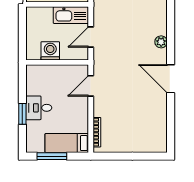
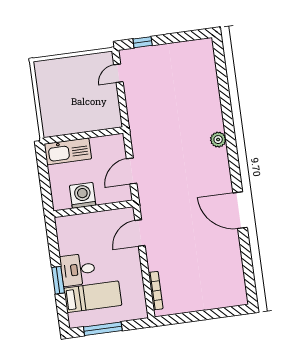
kitchen sink: (71, 15) -> (68, 151), moved
plant: (161, 42) -> (218, 140), moved
bed: (67, 143) -> (93, 297), moved, turned 180

